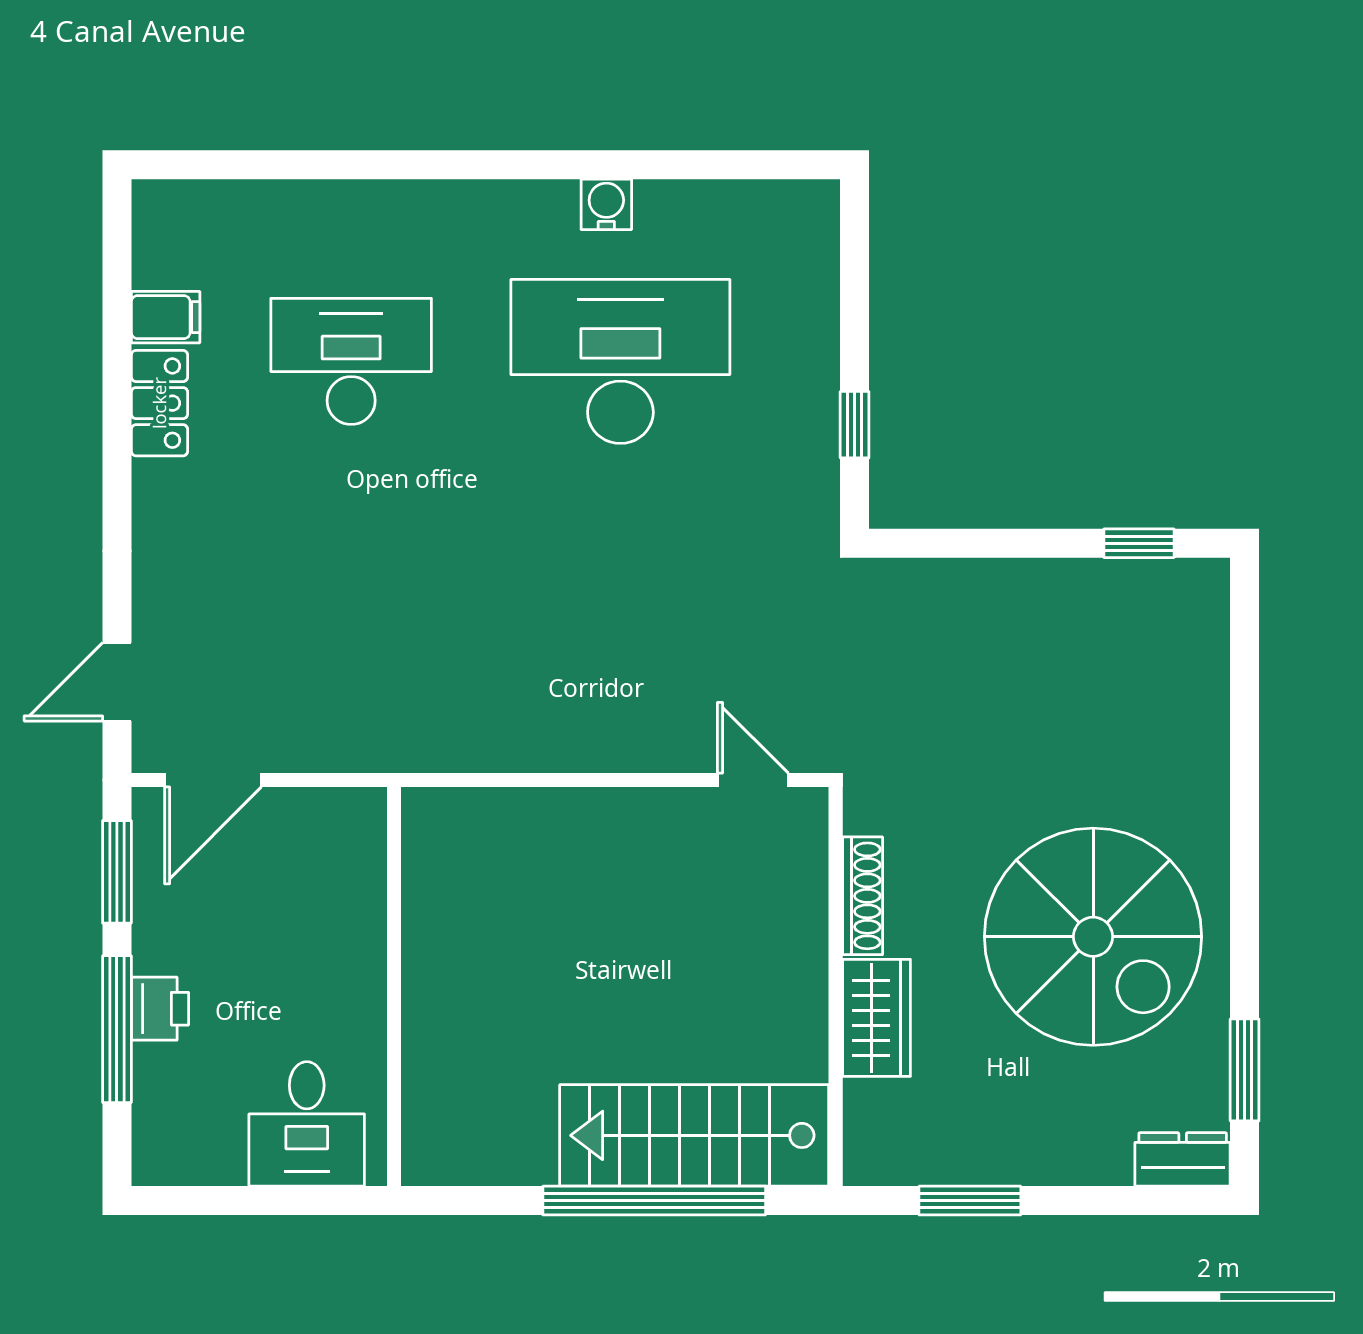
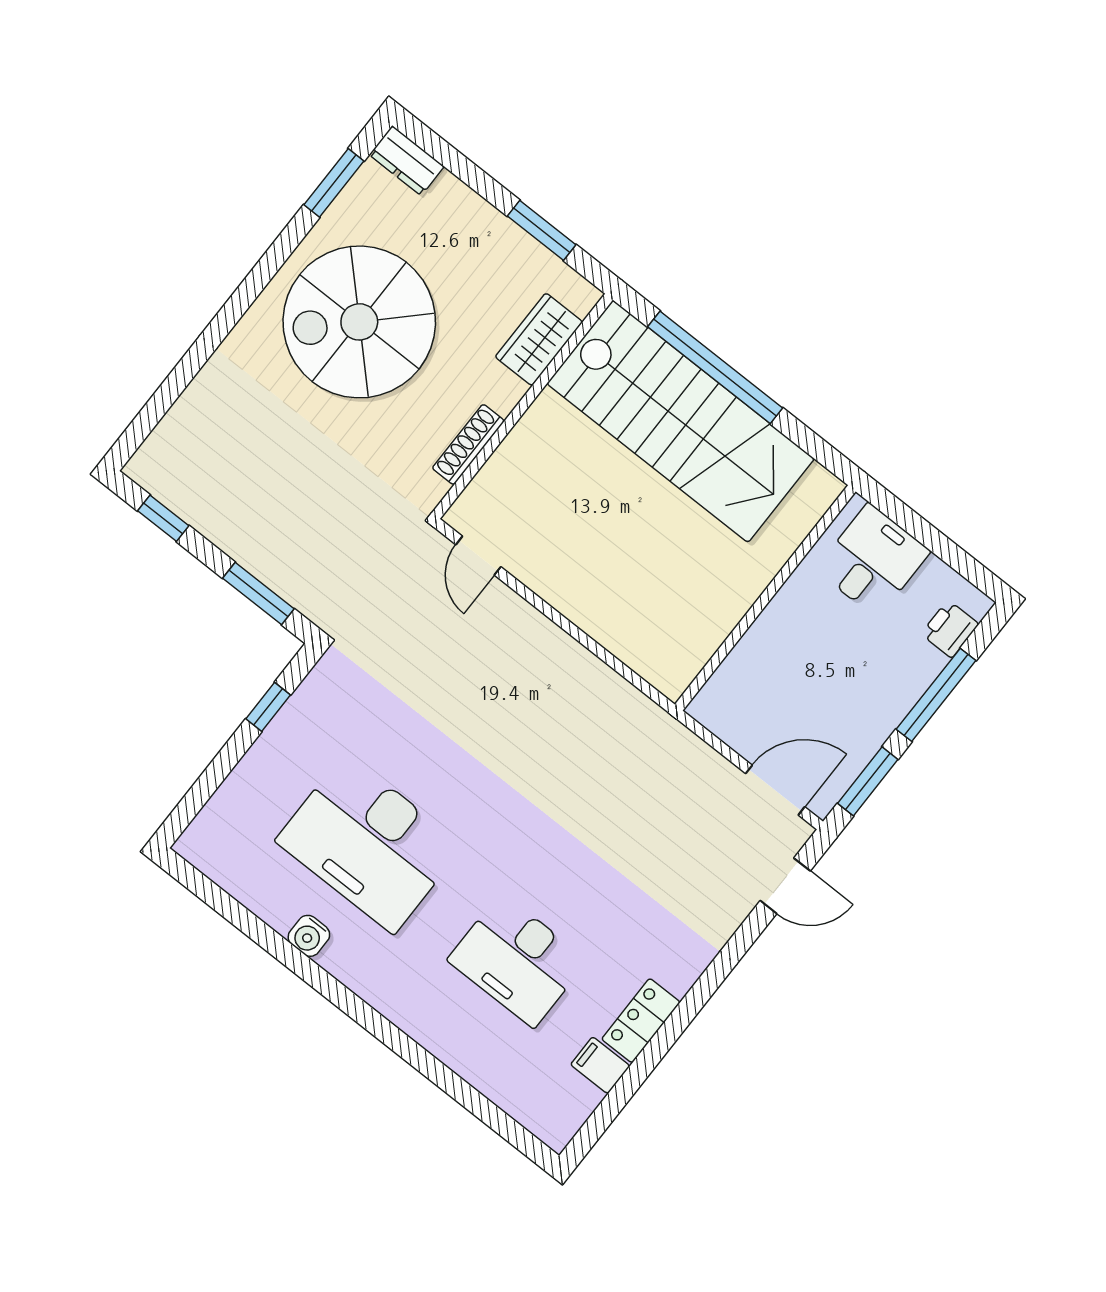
window: (966, 543) -> (258, 593), added
spiral stairs: (1093, 937) -> (359, 322), turned -90
printer: (160, 1009) -> (950, 629), moved
wardrobe: (876, 1018) -> (539, 339), moved
stairs: (694, 1135) -> (681, 421), width x1.36, depth x1.51

